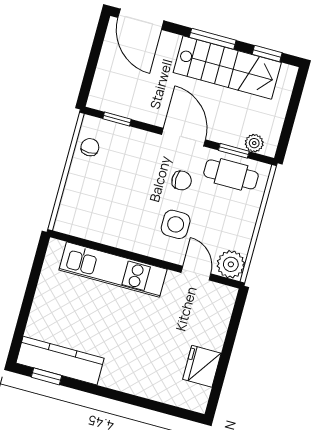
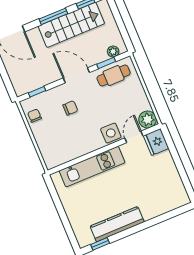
chair: (182, 180) -> (70, 108), moved
side table: (176, 224) -> (111, 133), moved
door: (196, 273) -> (134, 137), hinge flipped
kitchen counter: (60, 361) -> (117, 224), moved
fridge: (202, 366) -> (156, 142), moved

